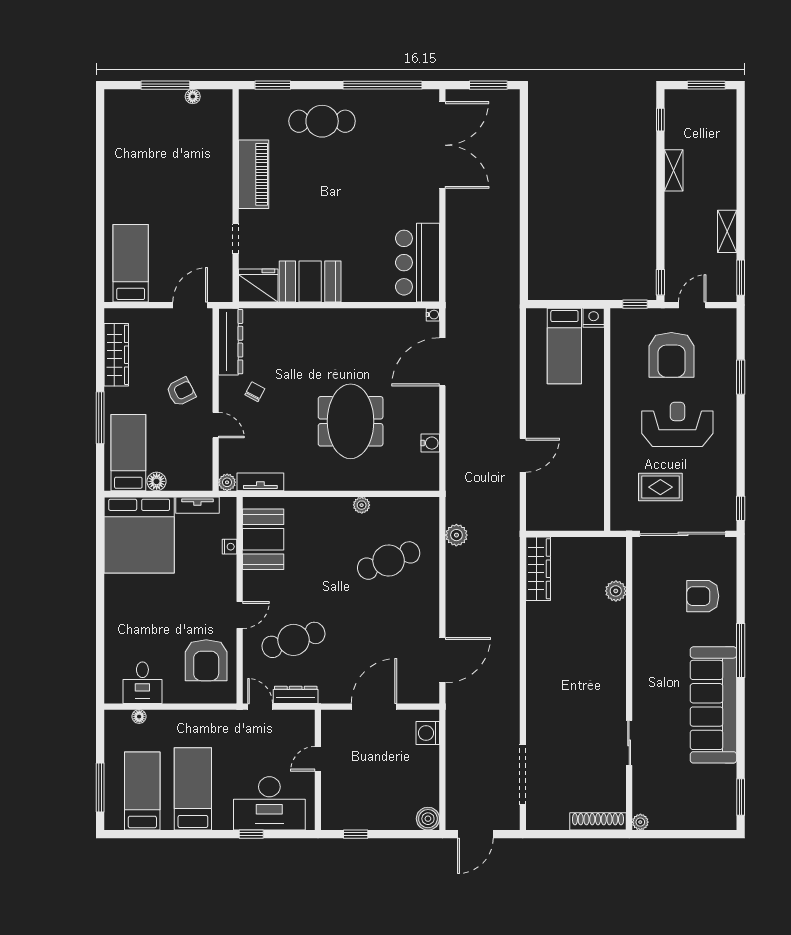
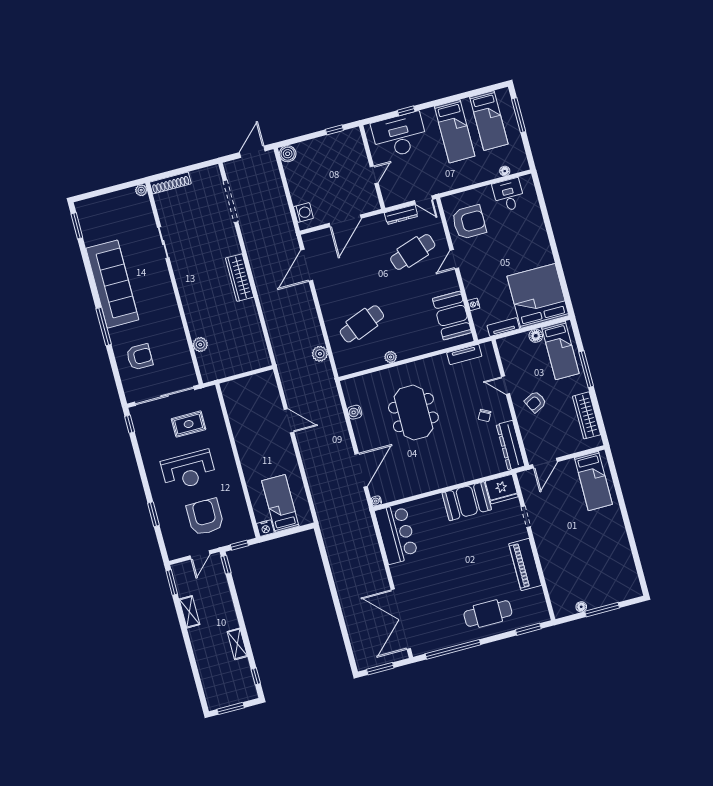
door: (523, 455) -> (289, 421), swing flipped
plant: (227, 482) -> (487, 348), removed
wardrobe: (538, 569) -> (240, 278), moved
armchair: (206, 660) -> (469, 222), turned 90

